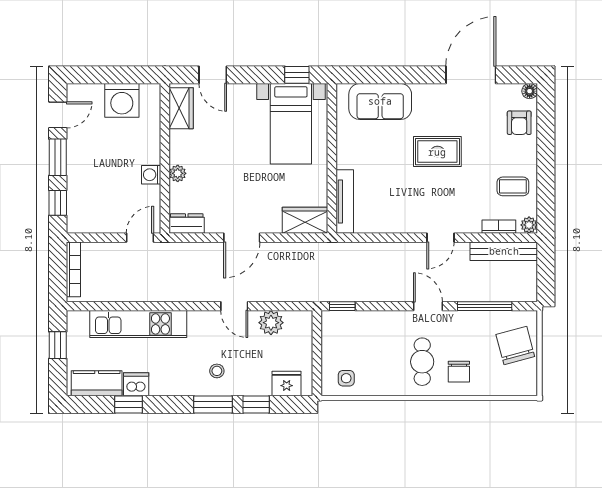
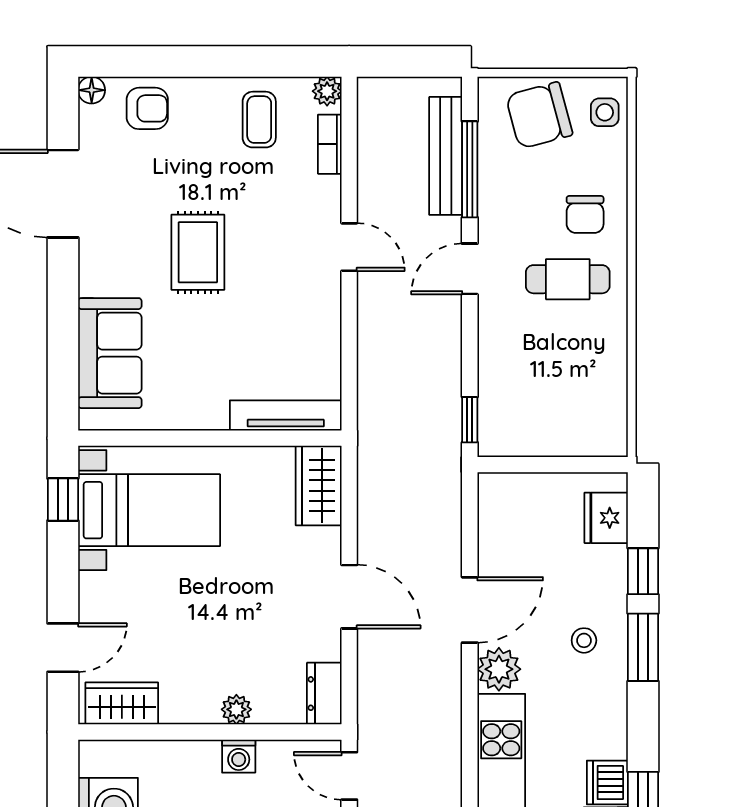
bench: (504, 251) -> (446, 156), moved
door: (234, 306) -> (470, 610), width x1.38
plant: (271, 323) -> (499, 669), moved
chair: (459, 372) -> (585, 214), turned 90
side table: (346, 378) -> (605, 112), moved

